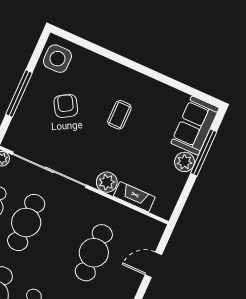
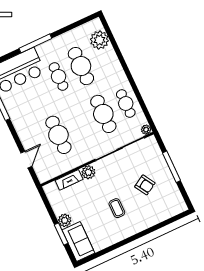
side table: (57, 59) -> (172, 201), removed
window: (204, 153) -> (61, 234), width x0.69

